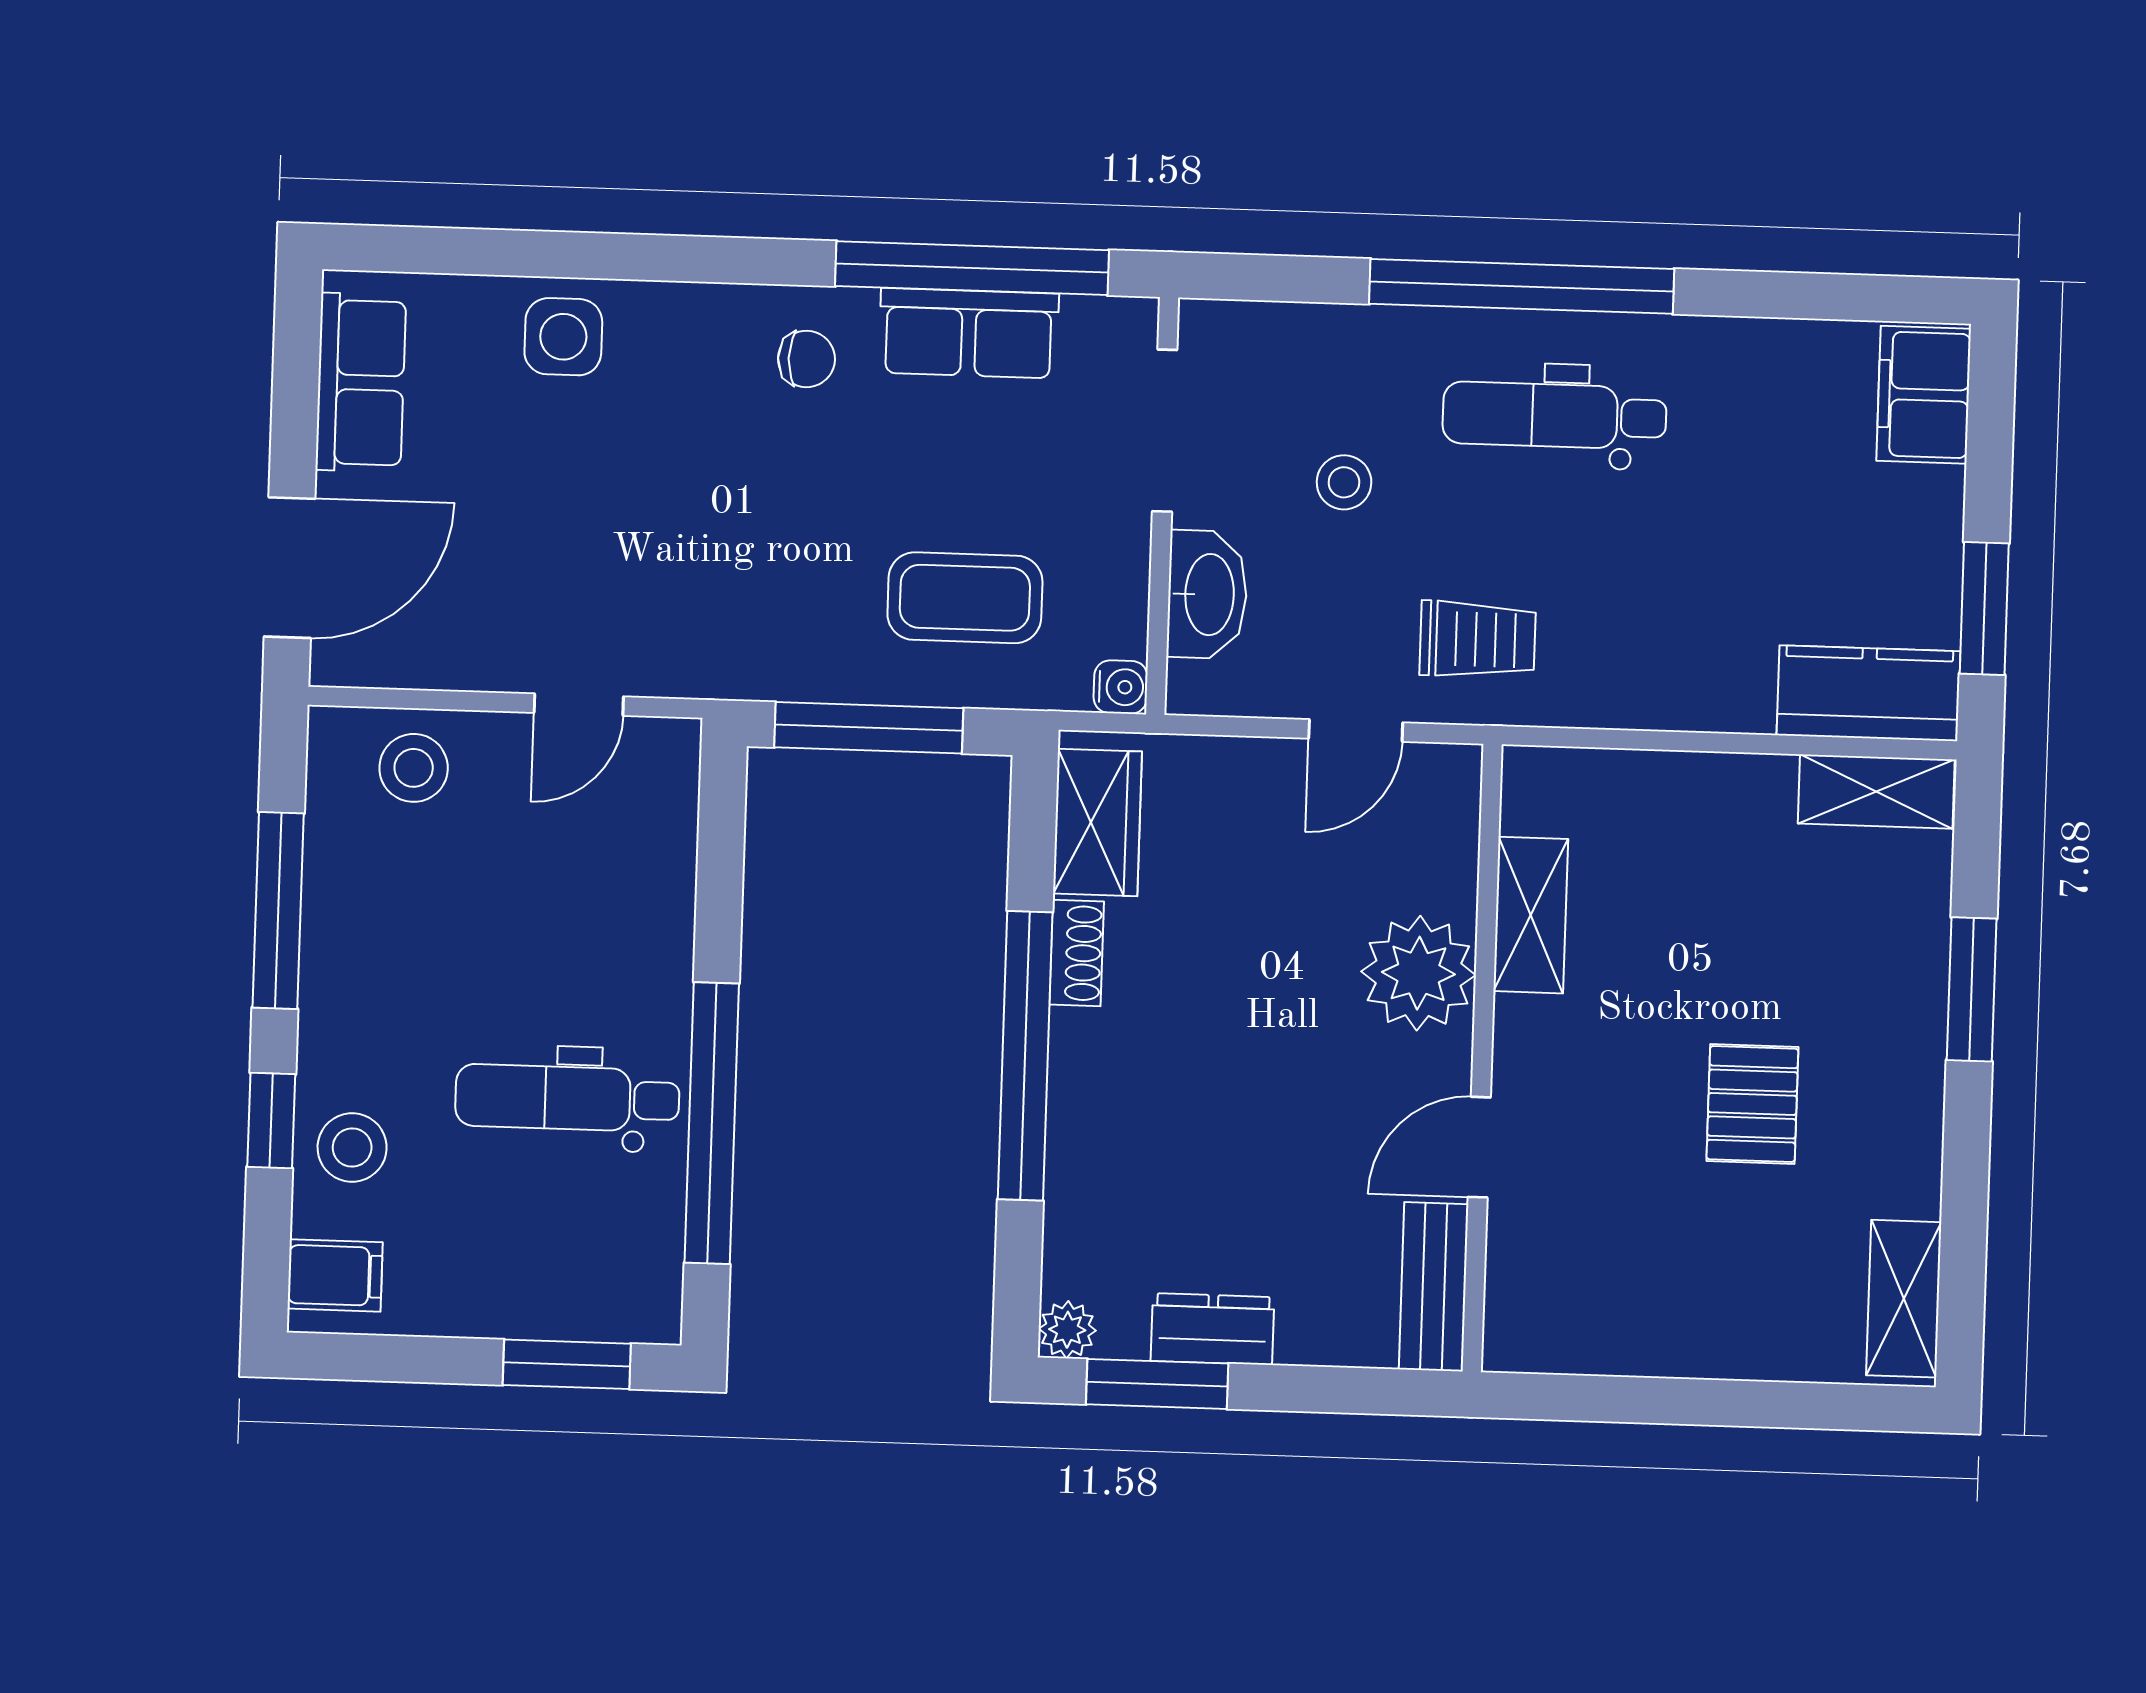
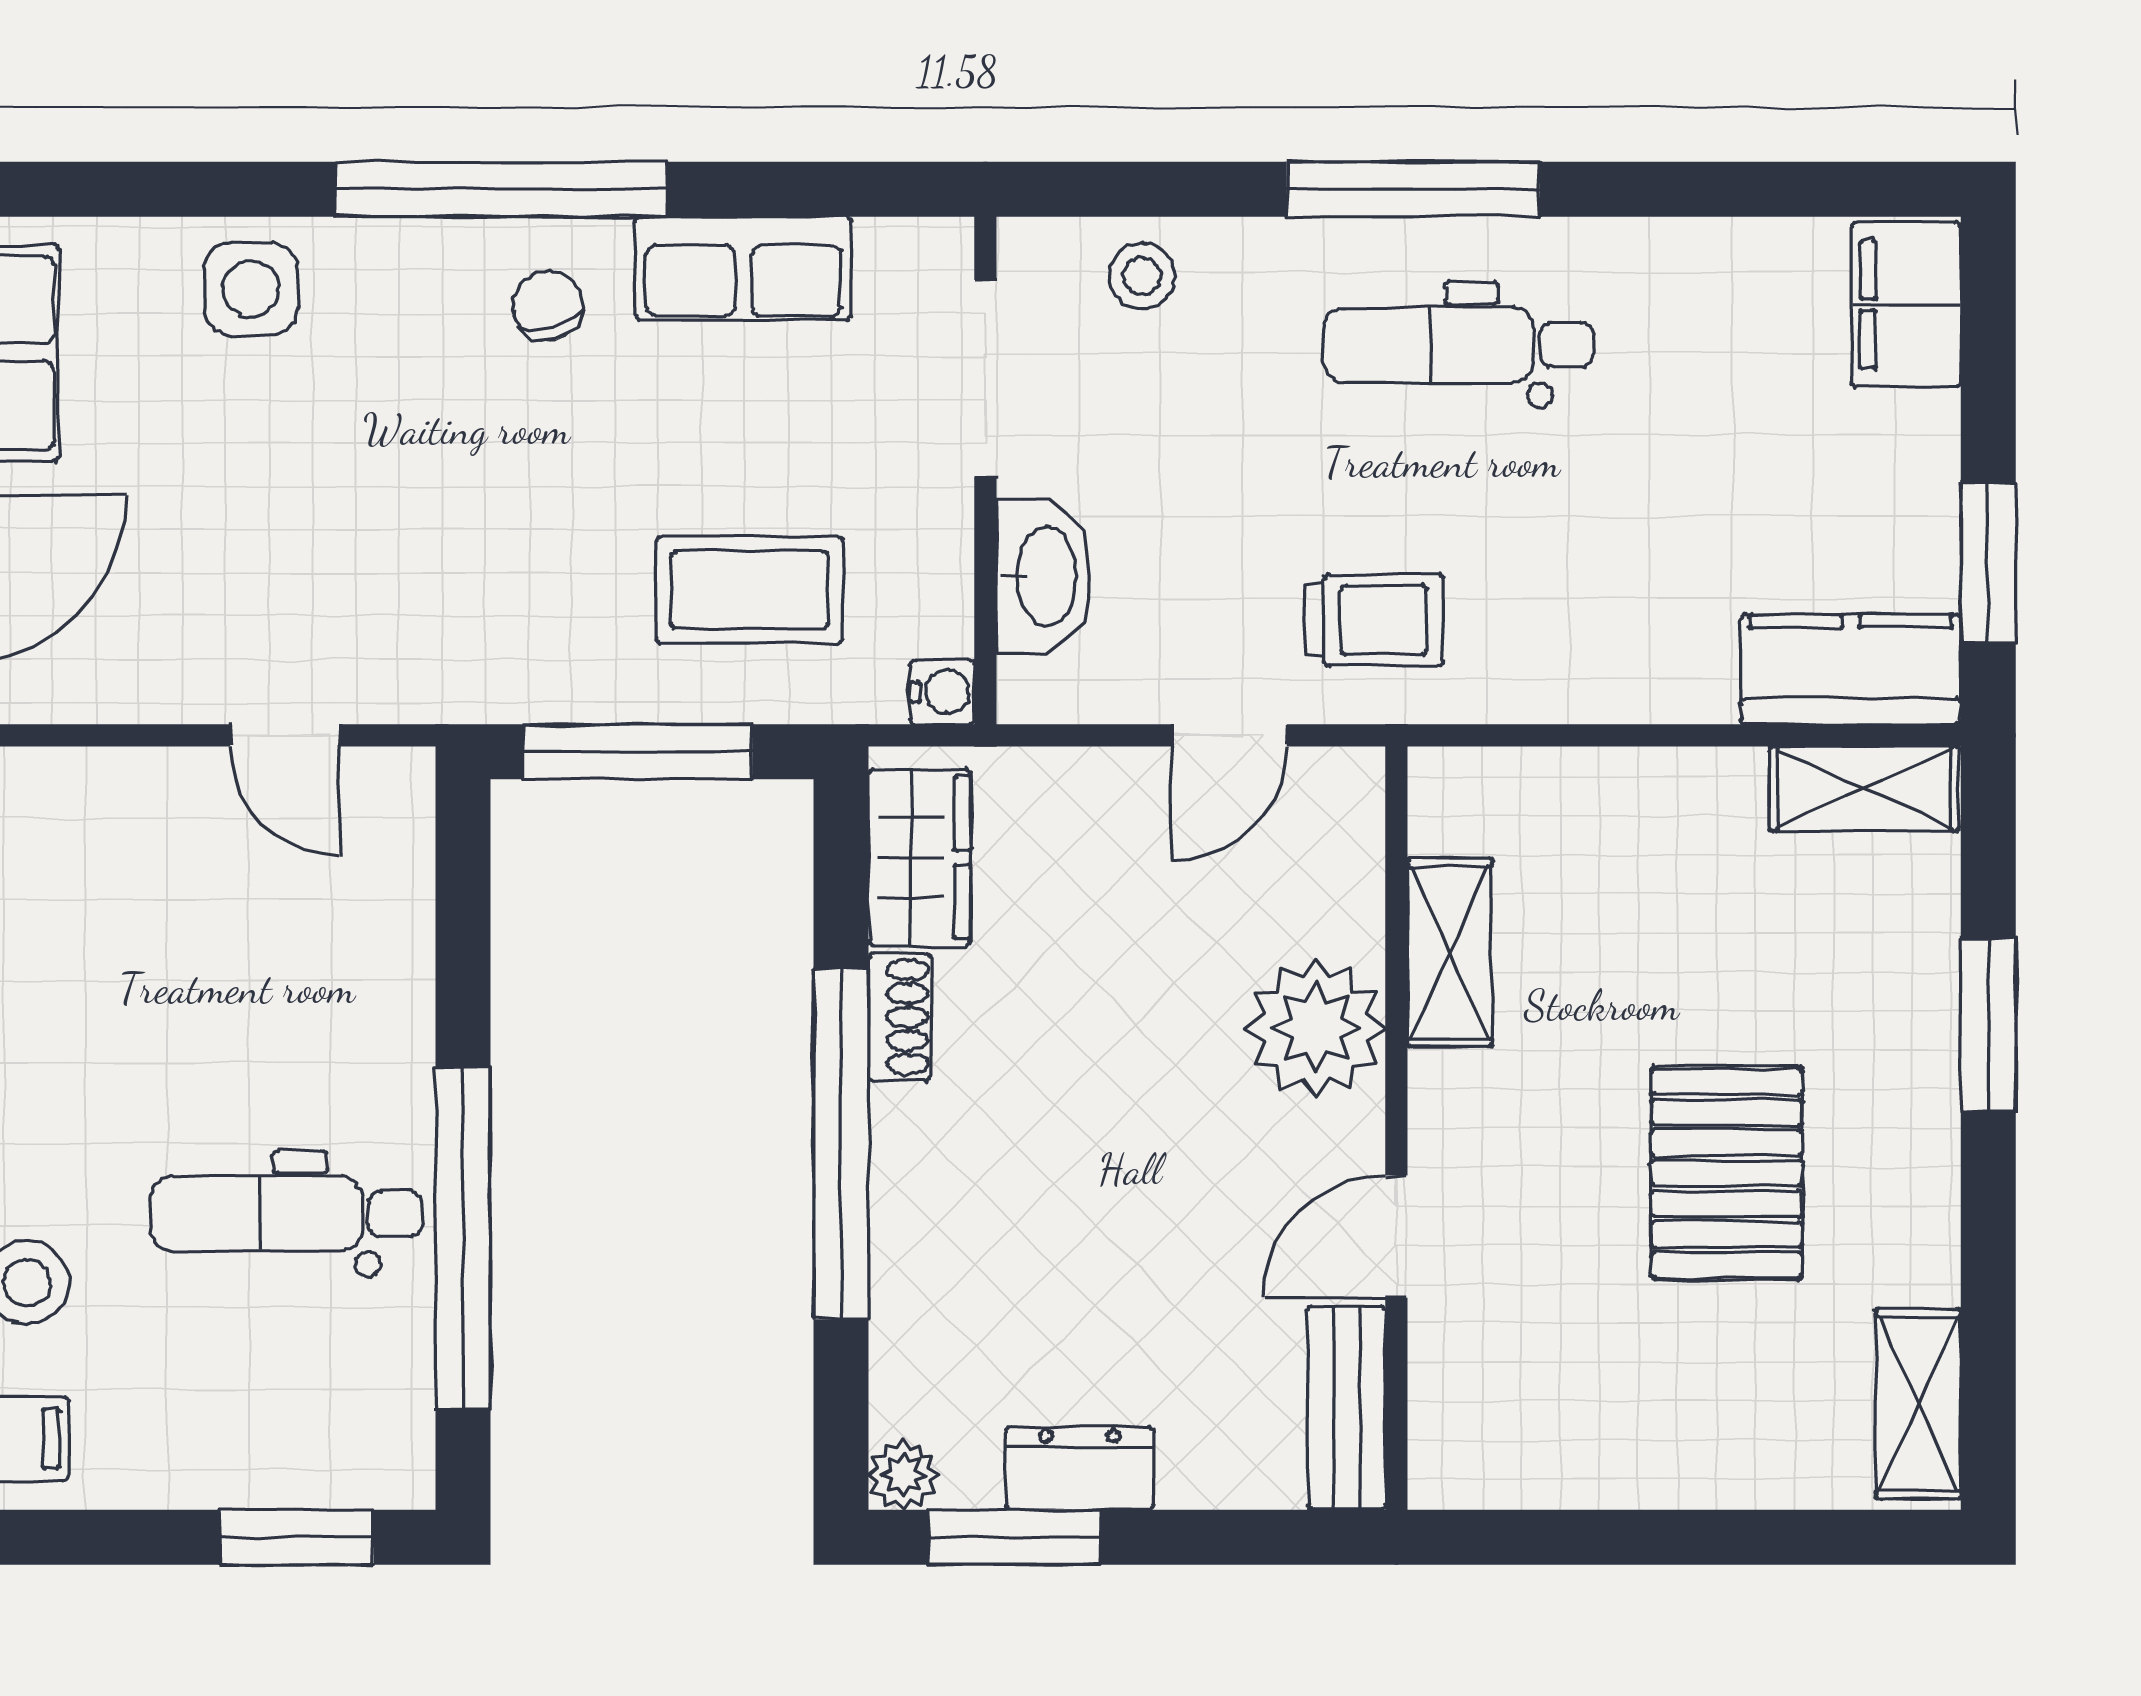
window: (972, 268) -> (501, 189), moved
window: (1522, 286) -> (1413, 189), width x0.68
chair: (807, 359) -> (547, 306), turned -105
stool: (1344, 482) -> (1142, 276), moved
door: (579, 705) -> (285, 735), hinge flipped
stool: (414, 768) -> (86, 819), removed
pallet: (1752, 1104) -> (1726, 1173), width x1.50, depth x1.42

